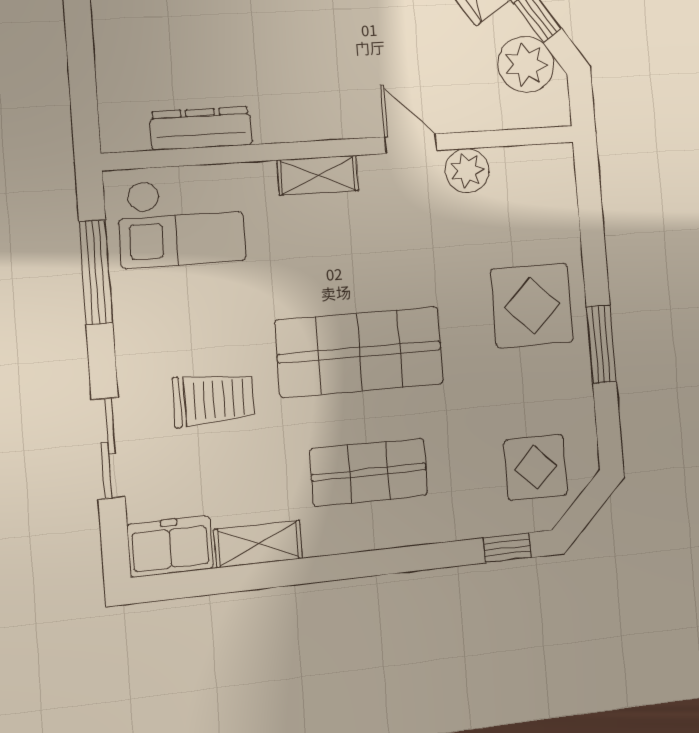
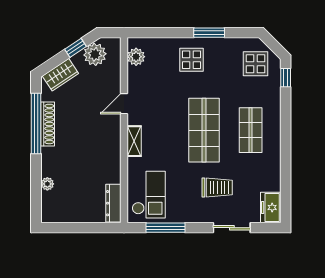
dresser: (201, 128) -> (113, 203), moved
plant: (467, 171) -> (136, 57), moved
display table: (532, 306) -> (191, 60), width x0.73, depth x0.73
trolley: (213, 399) -> (217, 187), turned 90
shelving: (258, 544) -> (273, 175), removed

